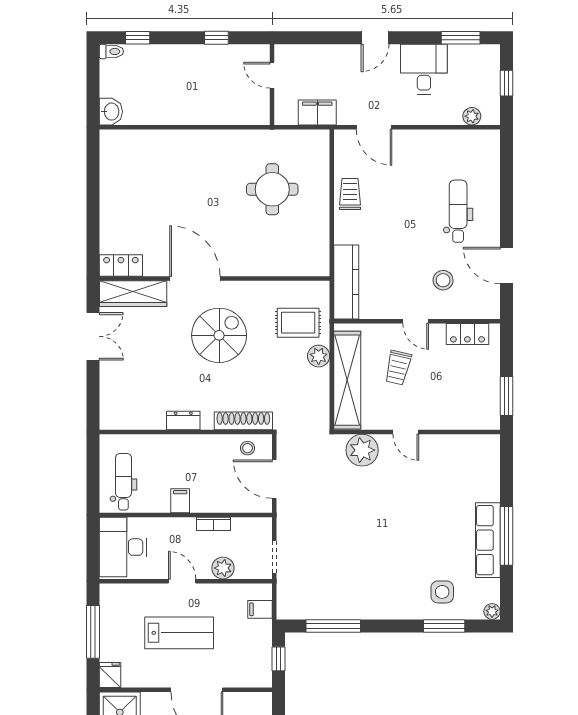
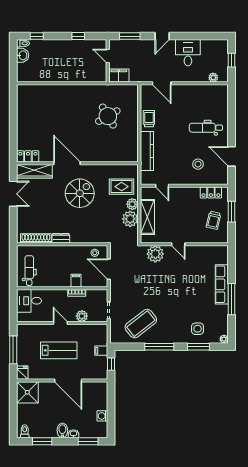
window: (461, 38) -> (130, 36), moved
washbasin: (111, 112) -> (23, 55), moved
filing cabinet: (317, 112) -> (119, 76), moved
round table: (272, 189) -> (108, 116), turned -30
dental chair: (458, 211) -> (206, 128), turned -90
kitchen counter: (346, 282) -> (147, 151), moved
door: (416, 321) -> (162, 186), moved
trolley: (398, 368) -> (214, 220), moved
shelving: (347, 380) -> (147, 217), width x0.68
plant: (314, 384) -> (130, 219), added
window: (506, 396) -> (231, 212), moved
shoe rack: (243, 421) -> (36, 238), moved
filing cabinet: (180, 501) -> (76, 281), moved
row of seats: (488, 540) -> (222, 284), moved
desk: (123, 547) -> (29, 301), width x0.73
coffee table: (335, 582) -> (141, 324), added
filing cabinet: (260, 609) -> (101, 351), moved
window: (333, 626) -> (159, 347), moved

